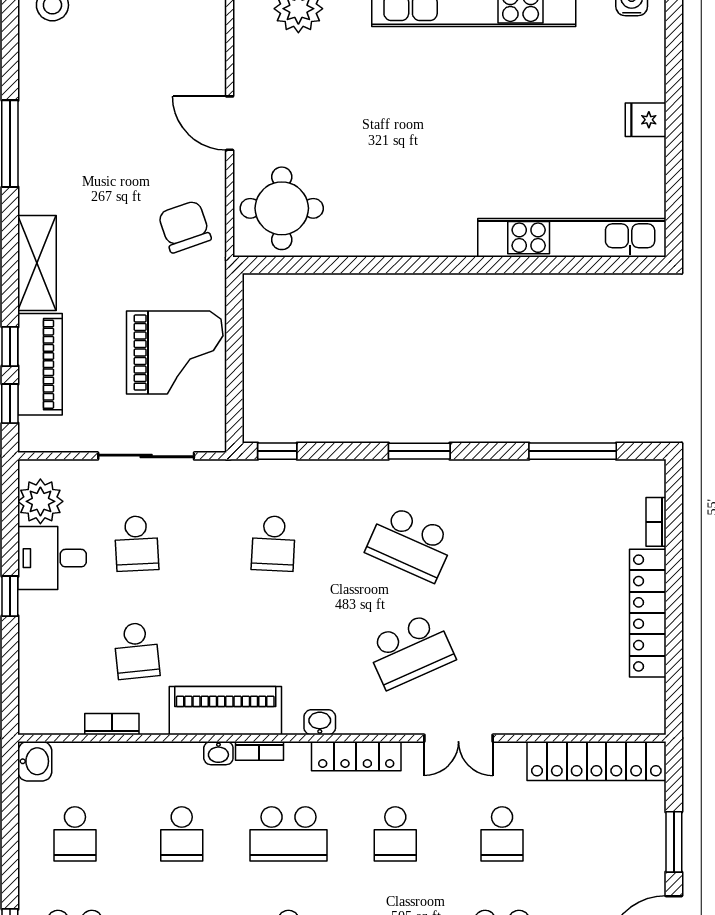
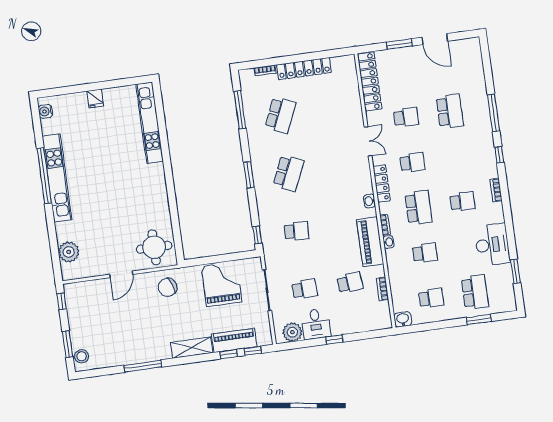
school desk: (410, 651) -> (280, 115), moved, turned 48

